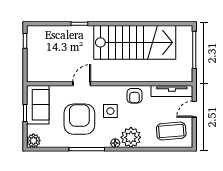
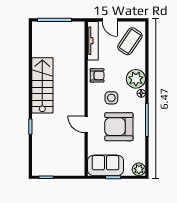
stairs: (135, 42) -> (42, 85), width x0.73, depth x0.66
coffee table: (171, 131) -> (130, 41), turned 39

